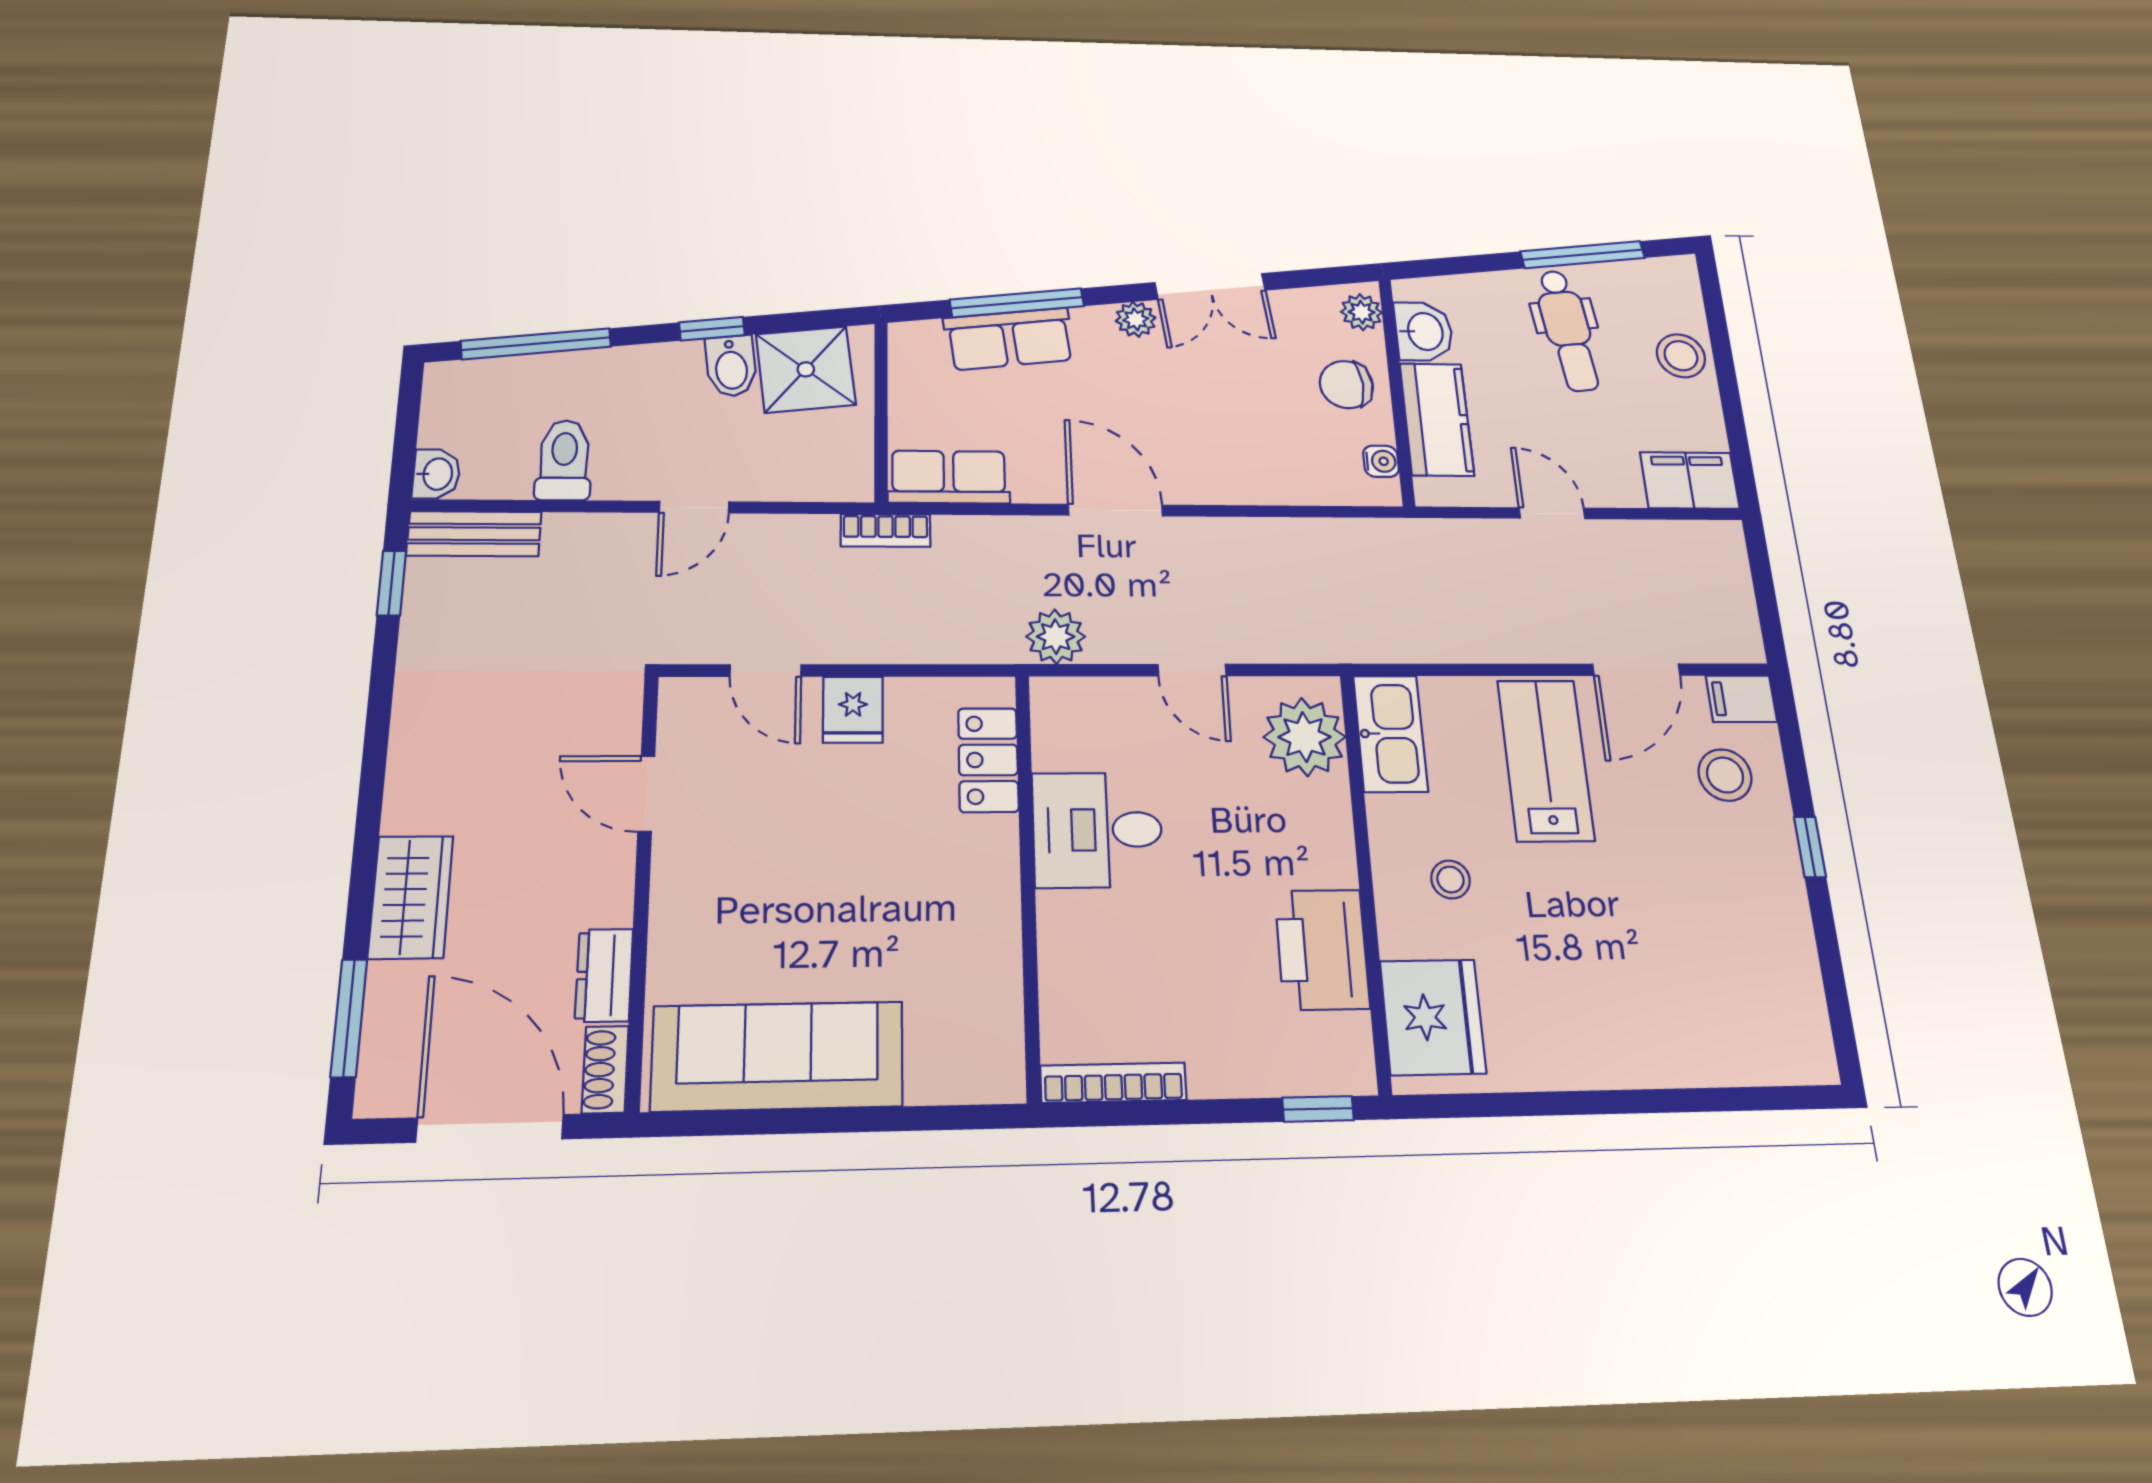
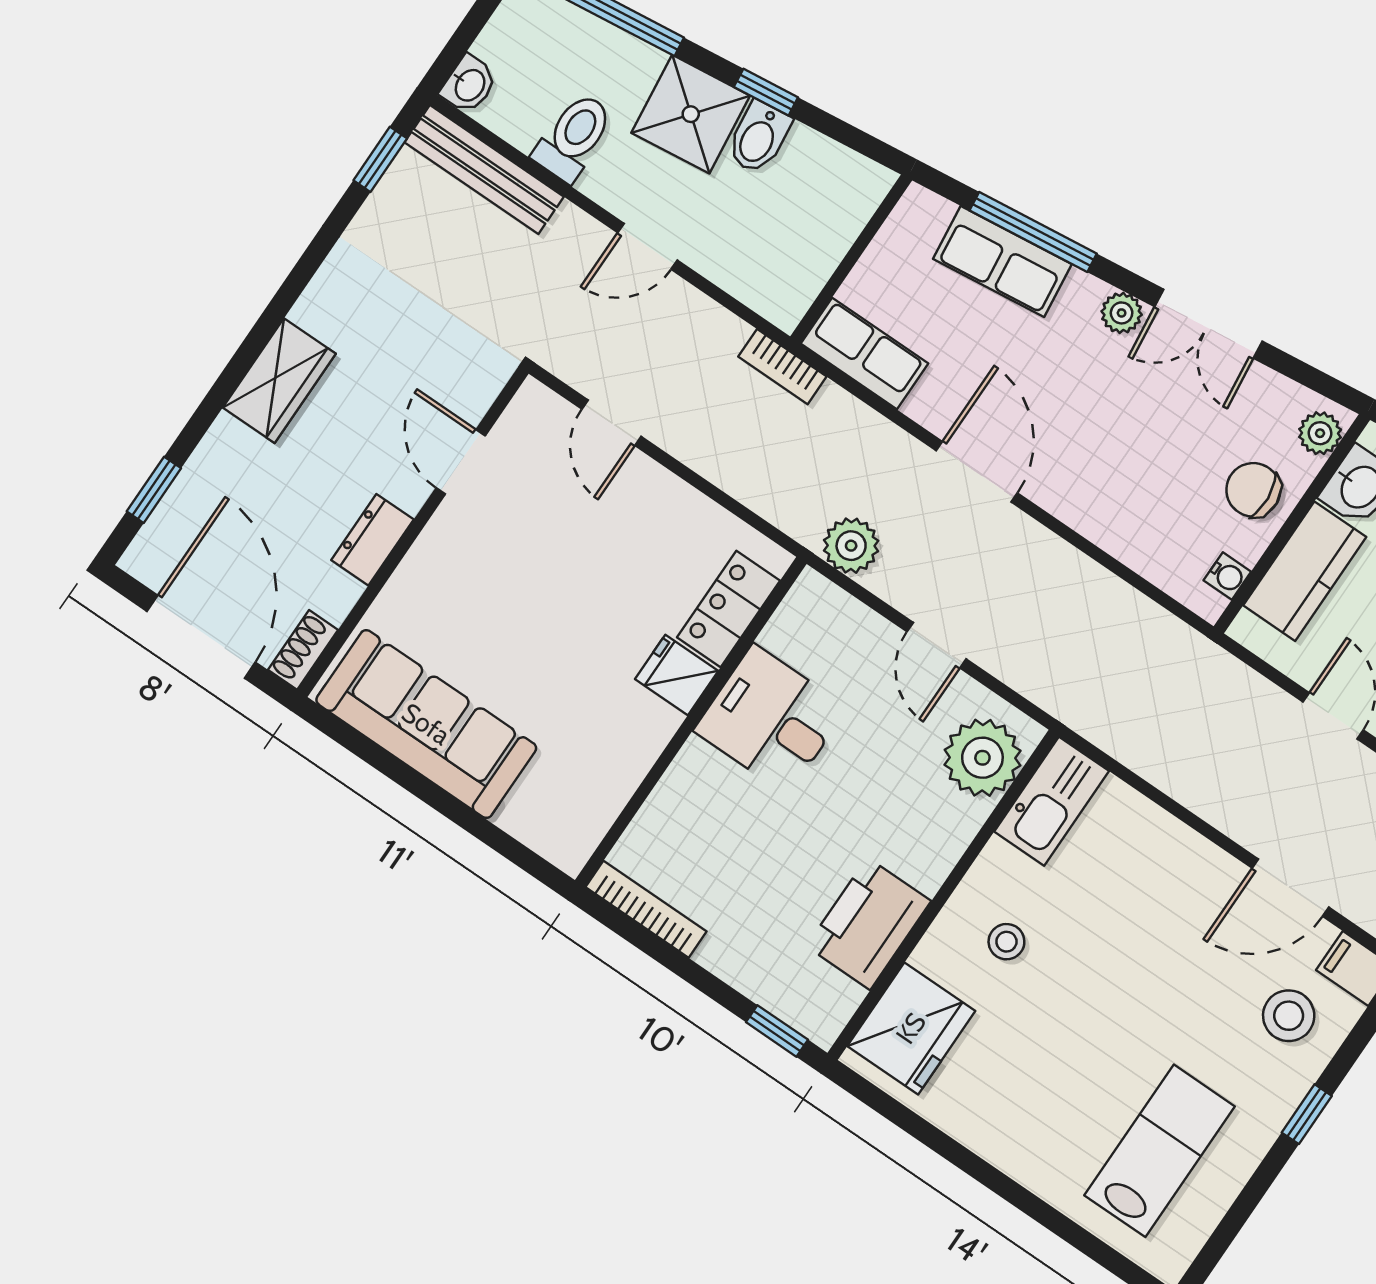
shower: (806, 369) -> (691, 114), moved
bench: (474, 534) -> (484, 170), width x1.36
fridge: (853, 710) -> (677, 675), moved, turned 90
lab bench: (1546, 760) -> (1160, 1151), moved
wardrobe: (411, 897) -> (279, 381), moved
dresser: (604, 975) -> (372, 540), moved
window: (349, 1018) -> (154, 490), width x0.67

